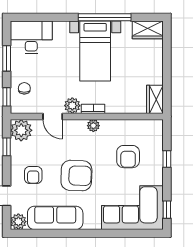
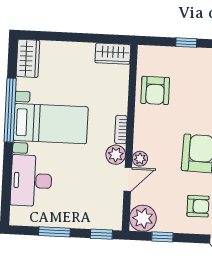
desk: (31, 37) -> (31, 181), moved
chair: (24, 88) -> (92, 212), removed
plant: (93, 126) -> (140, 159), moved
armchair: (128, 157) -> (155, 90), moved, turned 90

